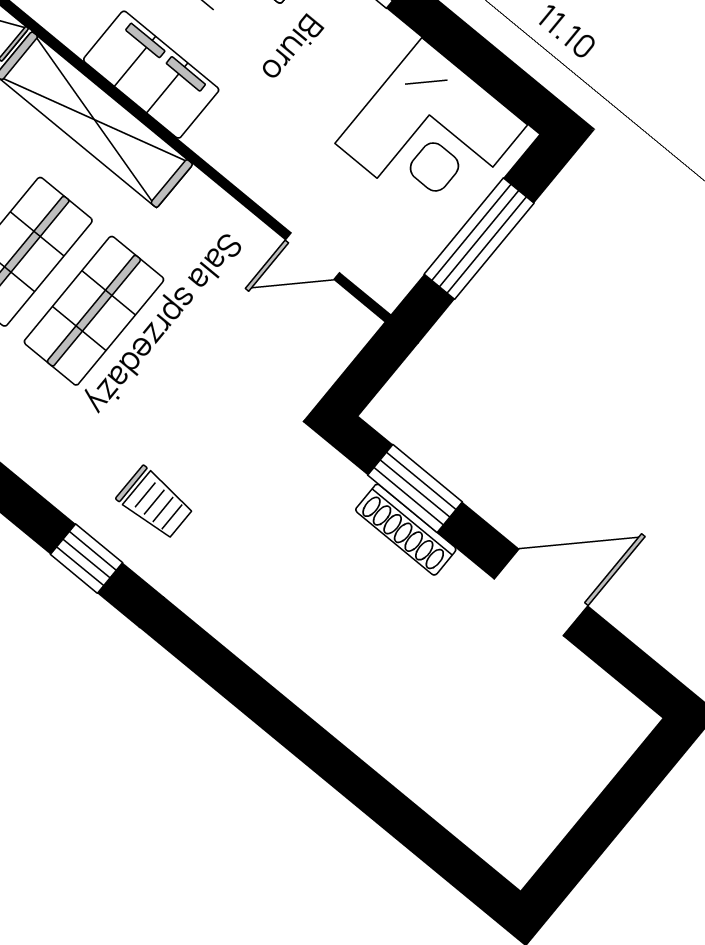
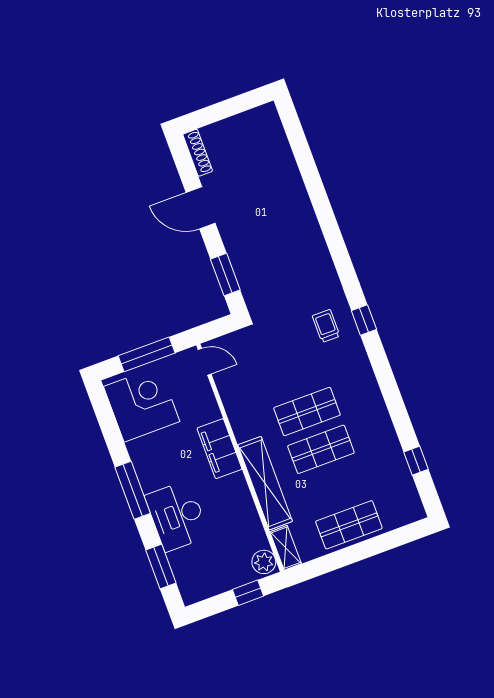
filing cabinet: (151, 75) -> (219, 449), moved
door: (313, 256) -> (205, 362), moved
shoe rack: (406, 530) -> (198, 153), moved

